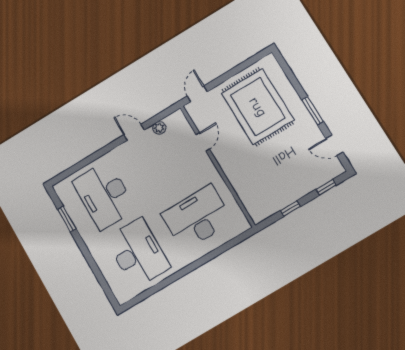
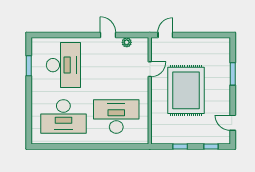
rug: (258, 107) -> (186, 90), moved
window: (313, 111) -> (233, 74), moved
desk: (104, 195) -> (63, 65), turned 180
desk: (138, 253) -> (63, 116), turned 90

